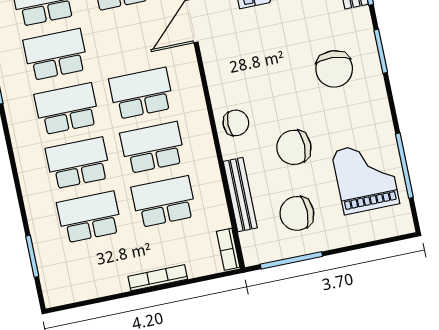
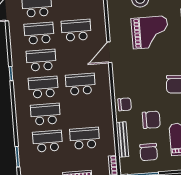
chair: (294, 147) -> (151, 120), turned 180
school desk: (153, 148) -> (83, 111), removed
chair: (297, 213) -> (149, 152), turned -90

